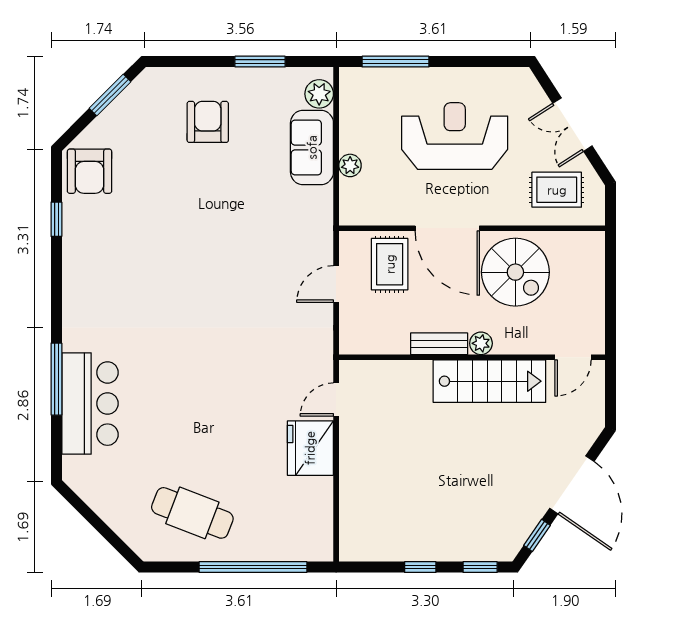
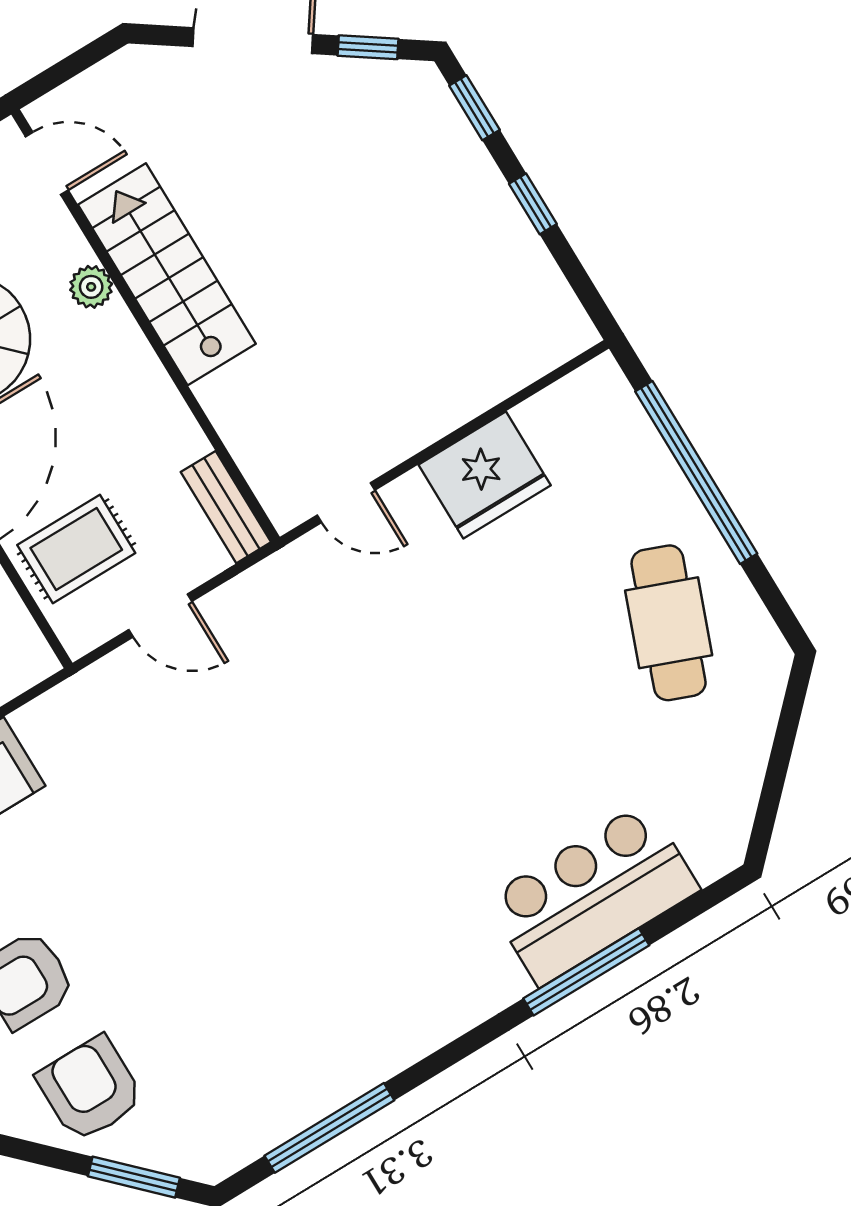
window: (110, 95) -> (134, 1177), moved
armchair: (90, 171) -> (90, 1089), moved, turned -90
window: (56, 219) -> (329, 1128), width x2.17
plant: (481, 343) -> (91, 287), moved
bench: (439, 344) -> (226, 507), moved
fridge: (310, 448) -> (485, 475), moved

